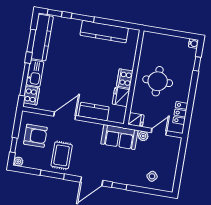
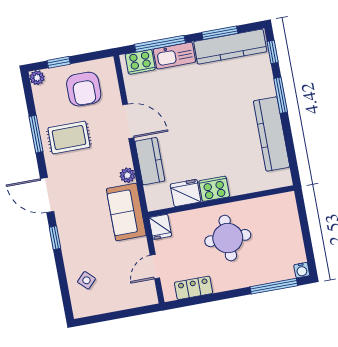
window: (197, 64) -> (274, 286), width x2.17
door: (159, 132) -> (155, 267), swing flipped
plant: (143, 136) -> (127, 175), moved

